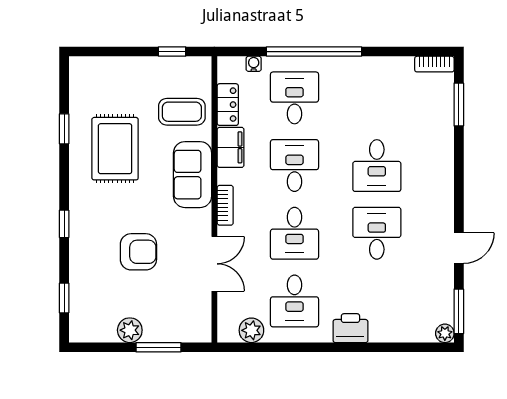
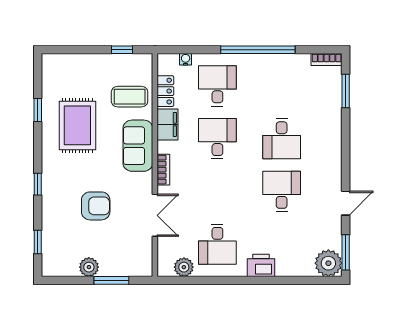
window: (314, 52) -> (258, 50), moved
desk: (295, 233) -> (217, 191), removed
plant: (445, 333) -> (328, 263), width x1.88, depth x1.88

